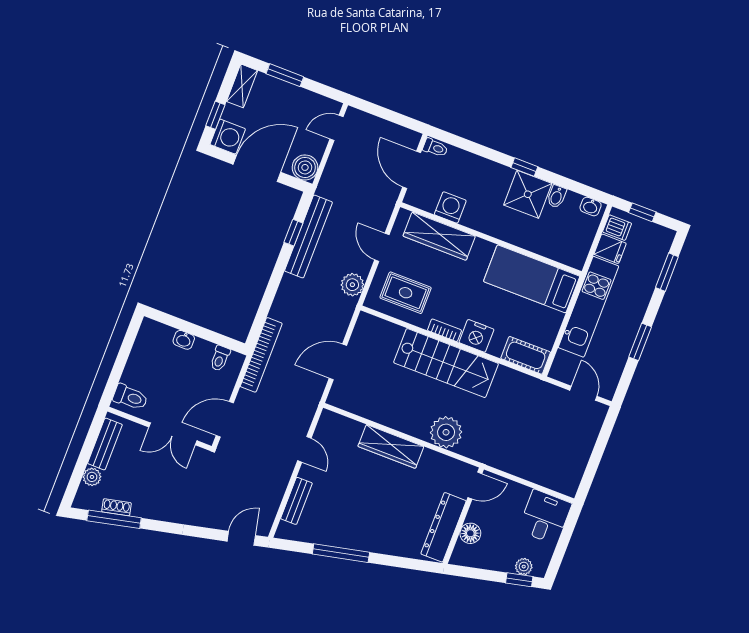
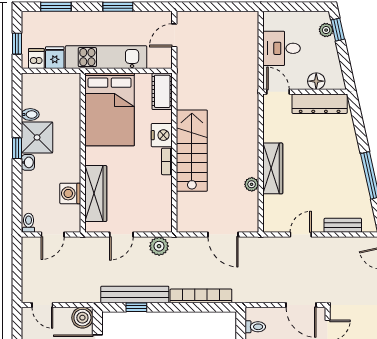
door: (412, 170) -> (53, 235), width x0.73
washbasin: (591, 207) -> (28, 162), moved
bed: (532, 279) -> (110, 109), width x1.50
rug: (406, 293) -> (149, 203), removed
bookcase: (261, 355) -> (201, 296), moved
plant: (446, 432) -> (252, 184), moved, width x0.53, depth x0.53
desk: (545, 517) -> (281, 48), moved

